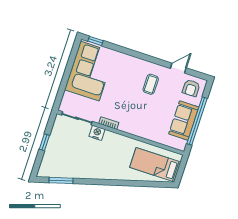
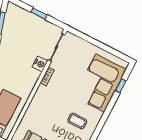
window: (95, 41) -> (121, 86), moved
corner sofa: (90, 71) -> (100, 83), moved, turned 90

